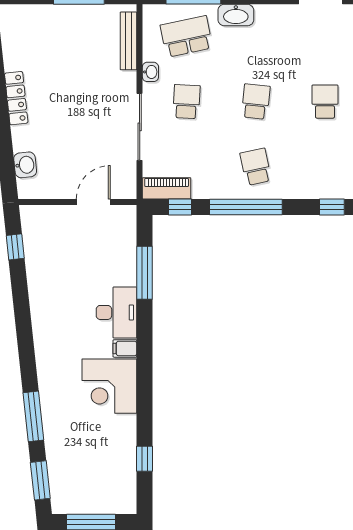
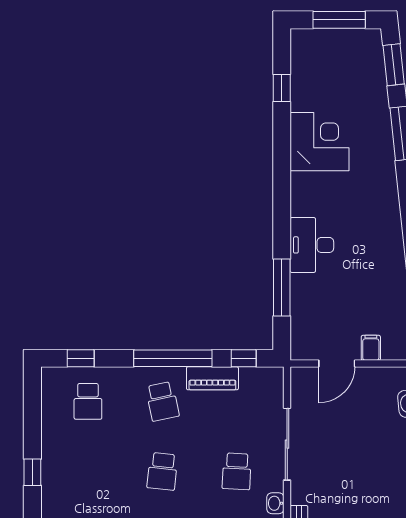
school desk: (325, 102) -> (88, 401), moved
piano: (167, 188) -> (212, 378), moved
filing cabinet: (125, 348) -> (371, 348), moved, turned -90
corner desk: (109, 386) -> (320, 142), moved

